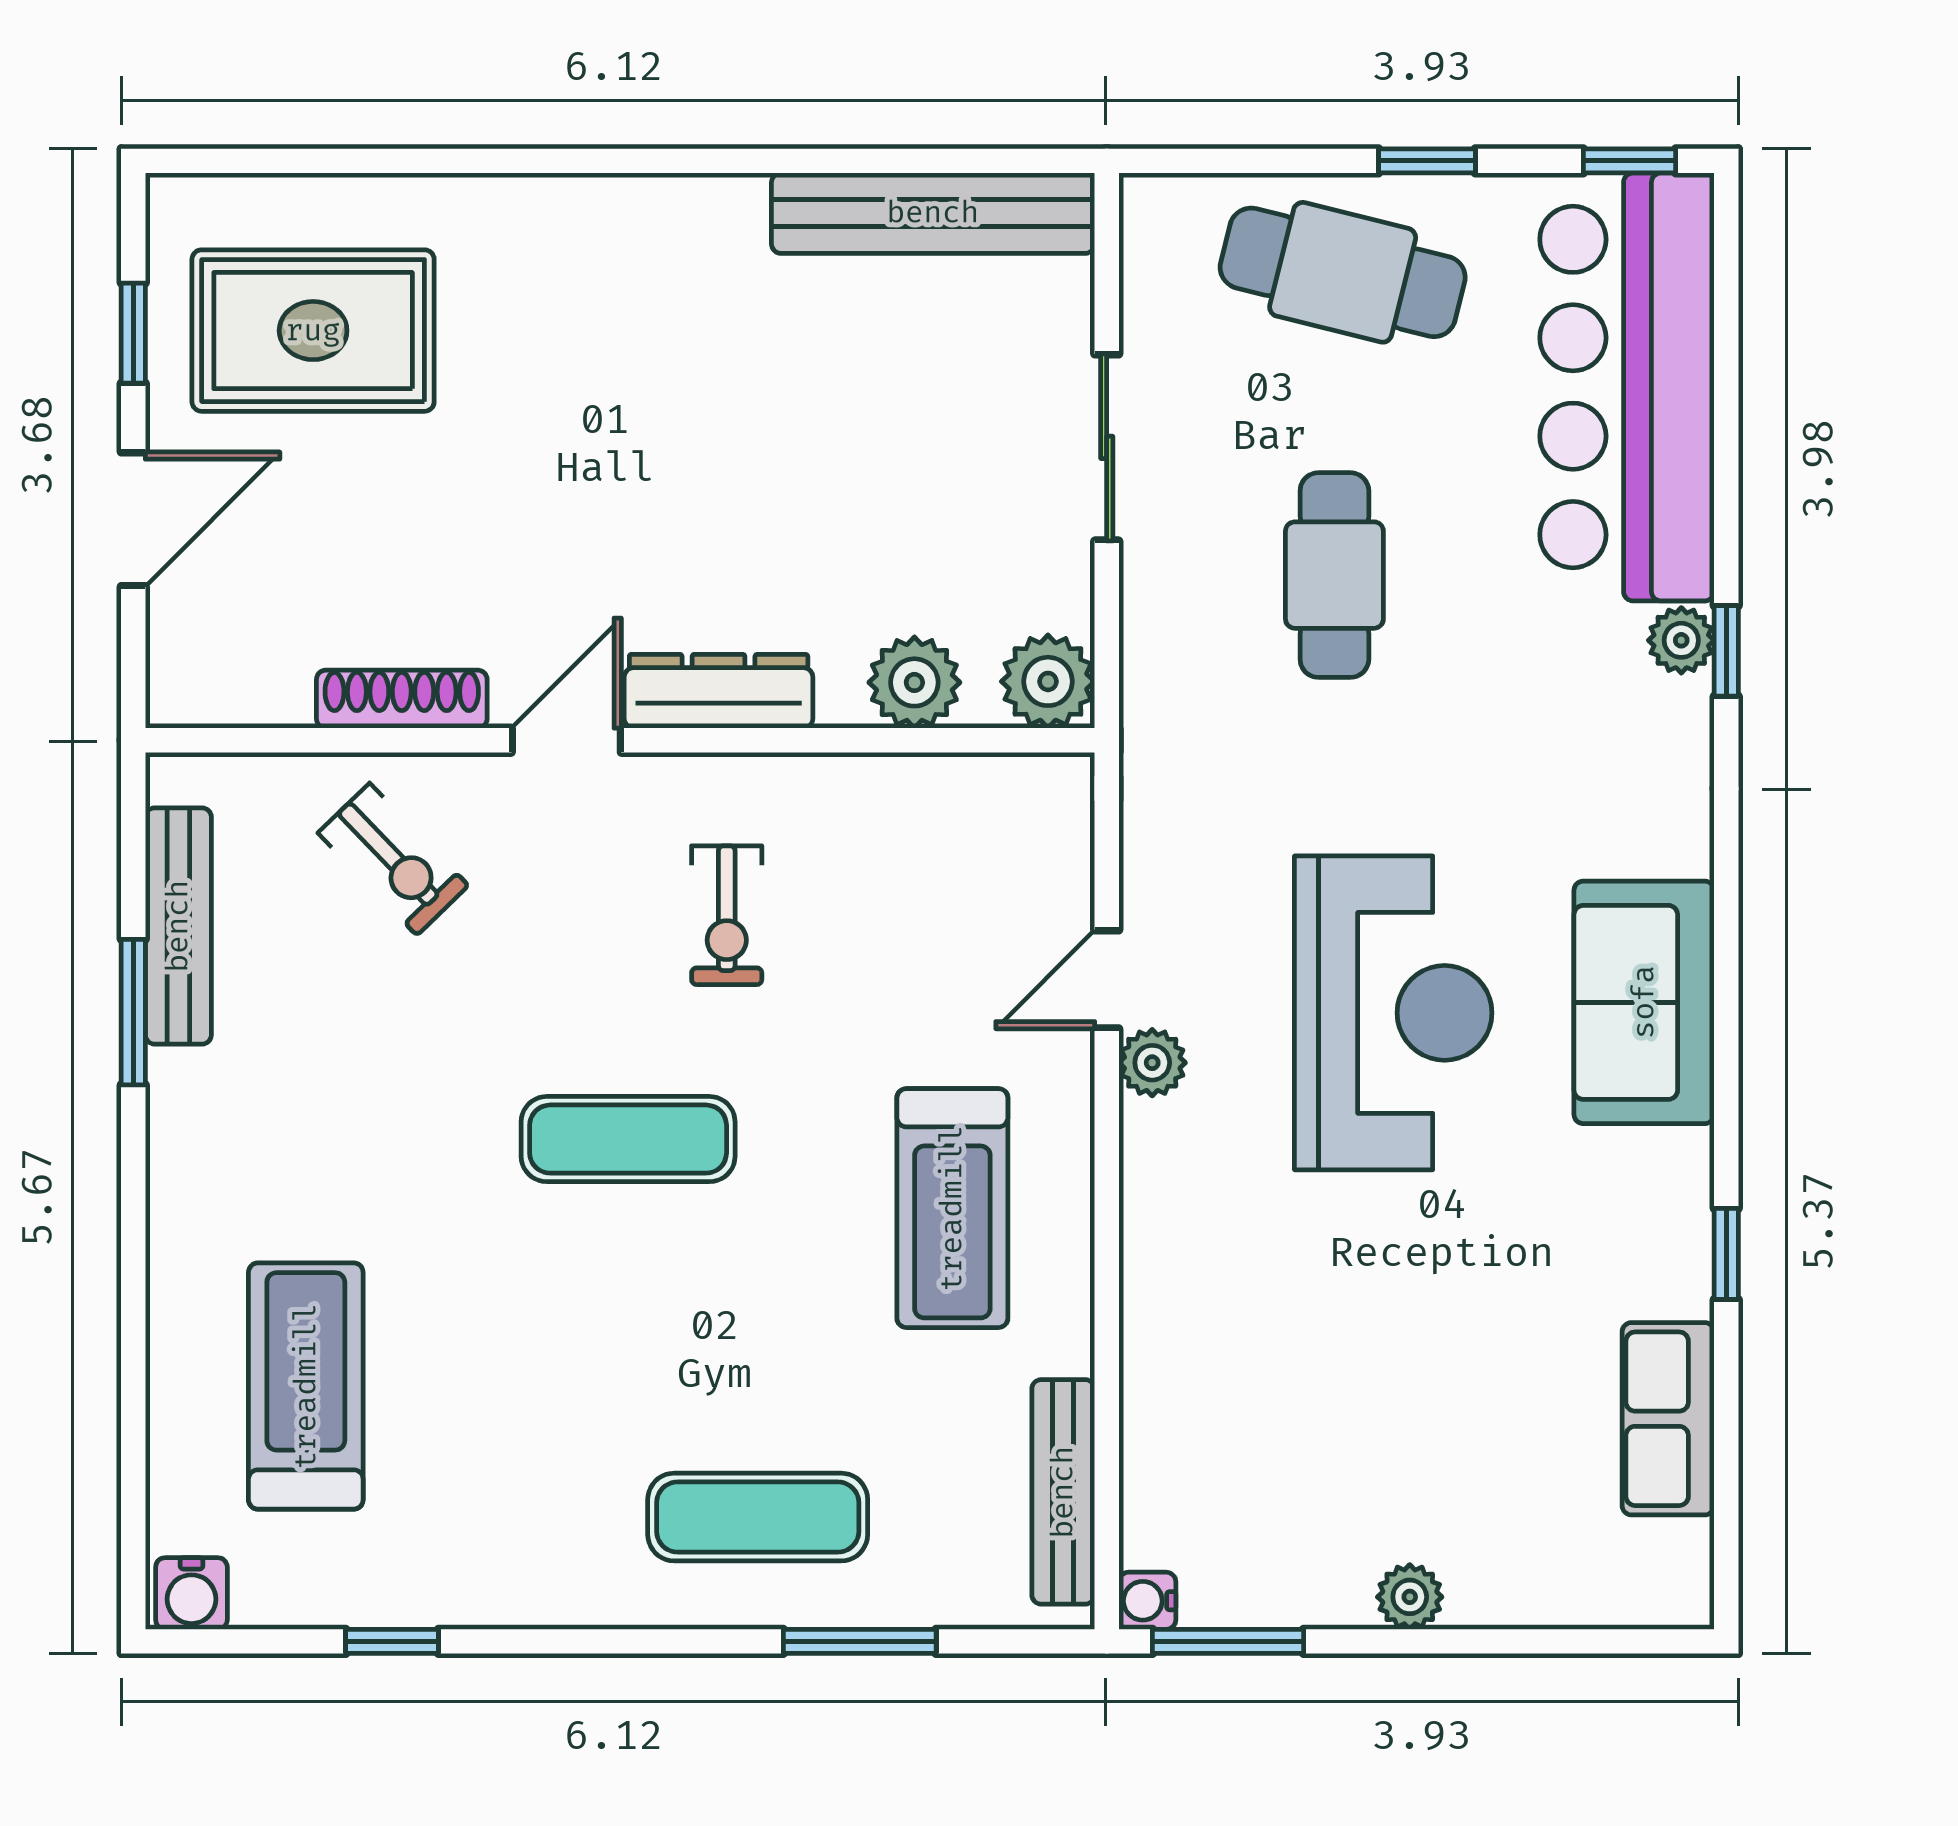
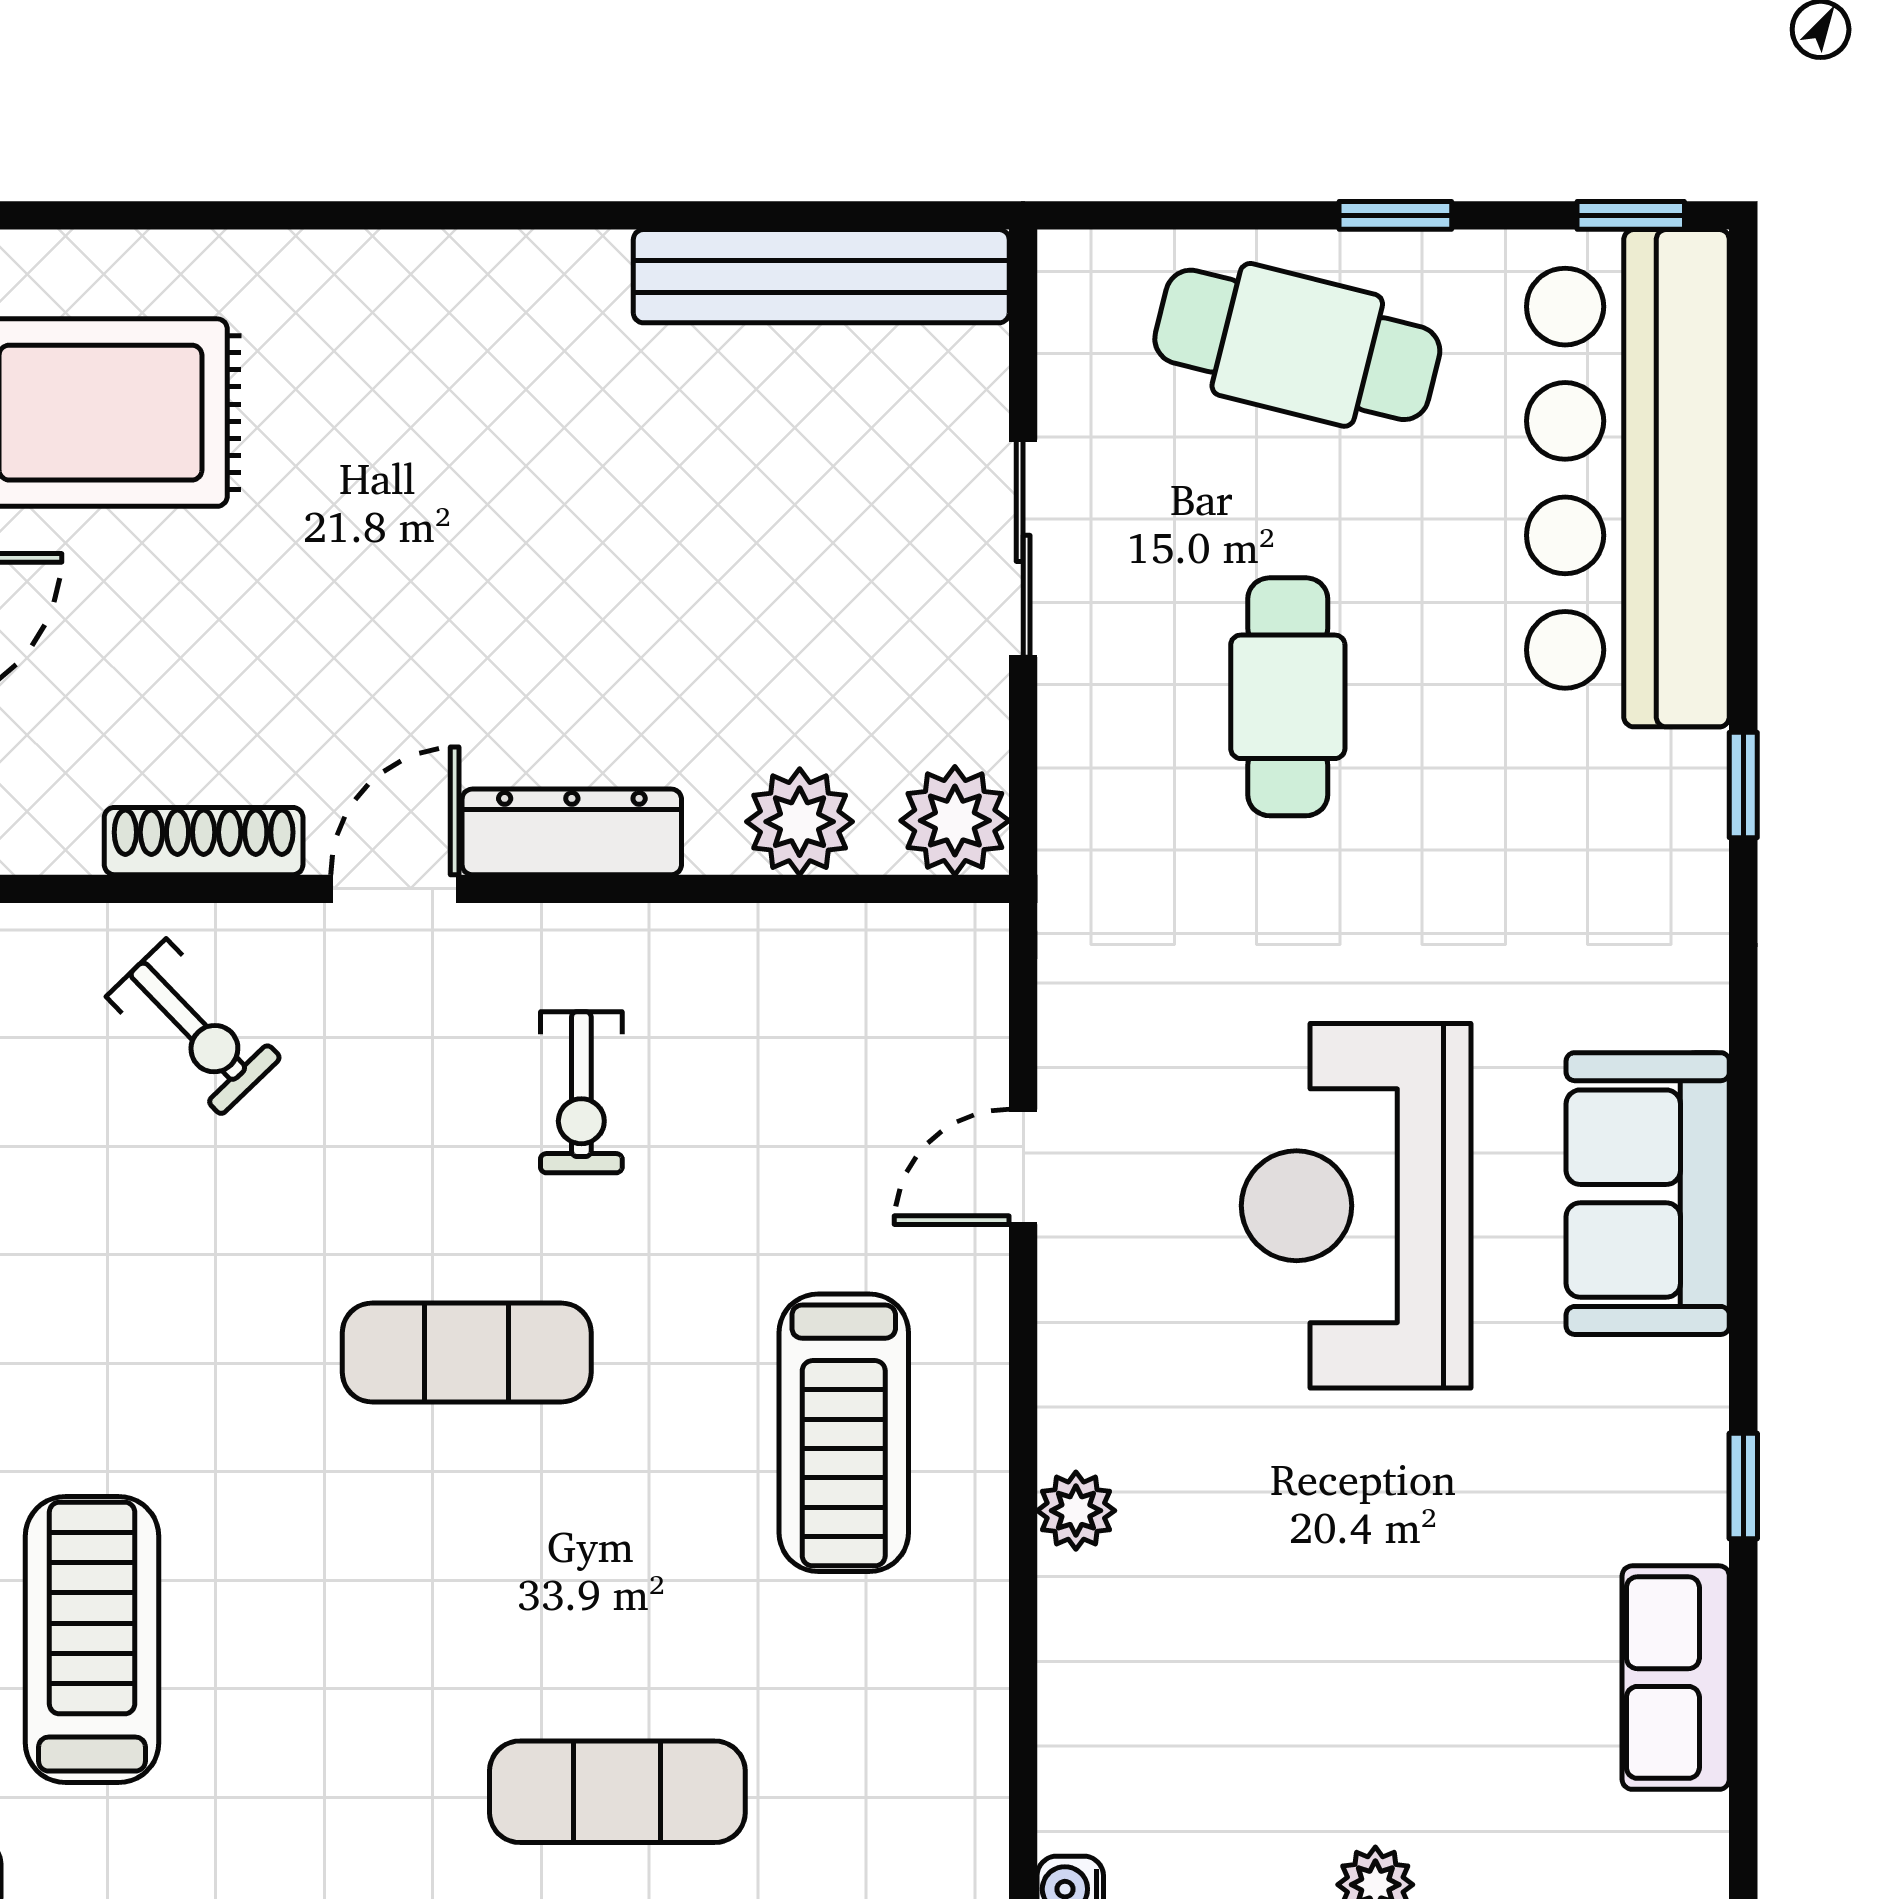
plant: (1681, 640) -> (1691, 773), removed
reception desk: (1393, 1013) -> (1356, 1206), turned 180
plant: (1152, 1063) -> (1076, 1511), moved
bench: (1063, 1492) -> (973, 1763), removed

